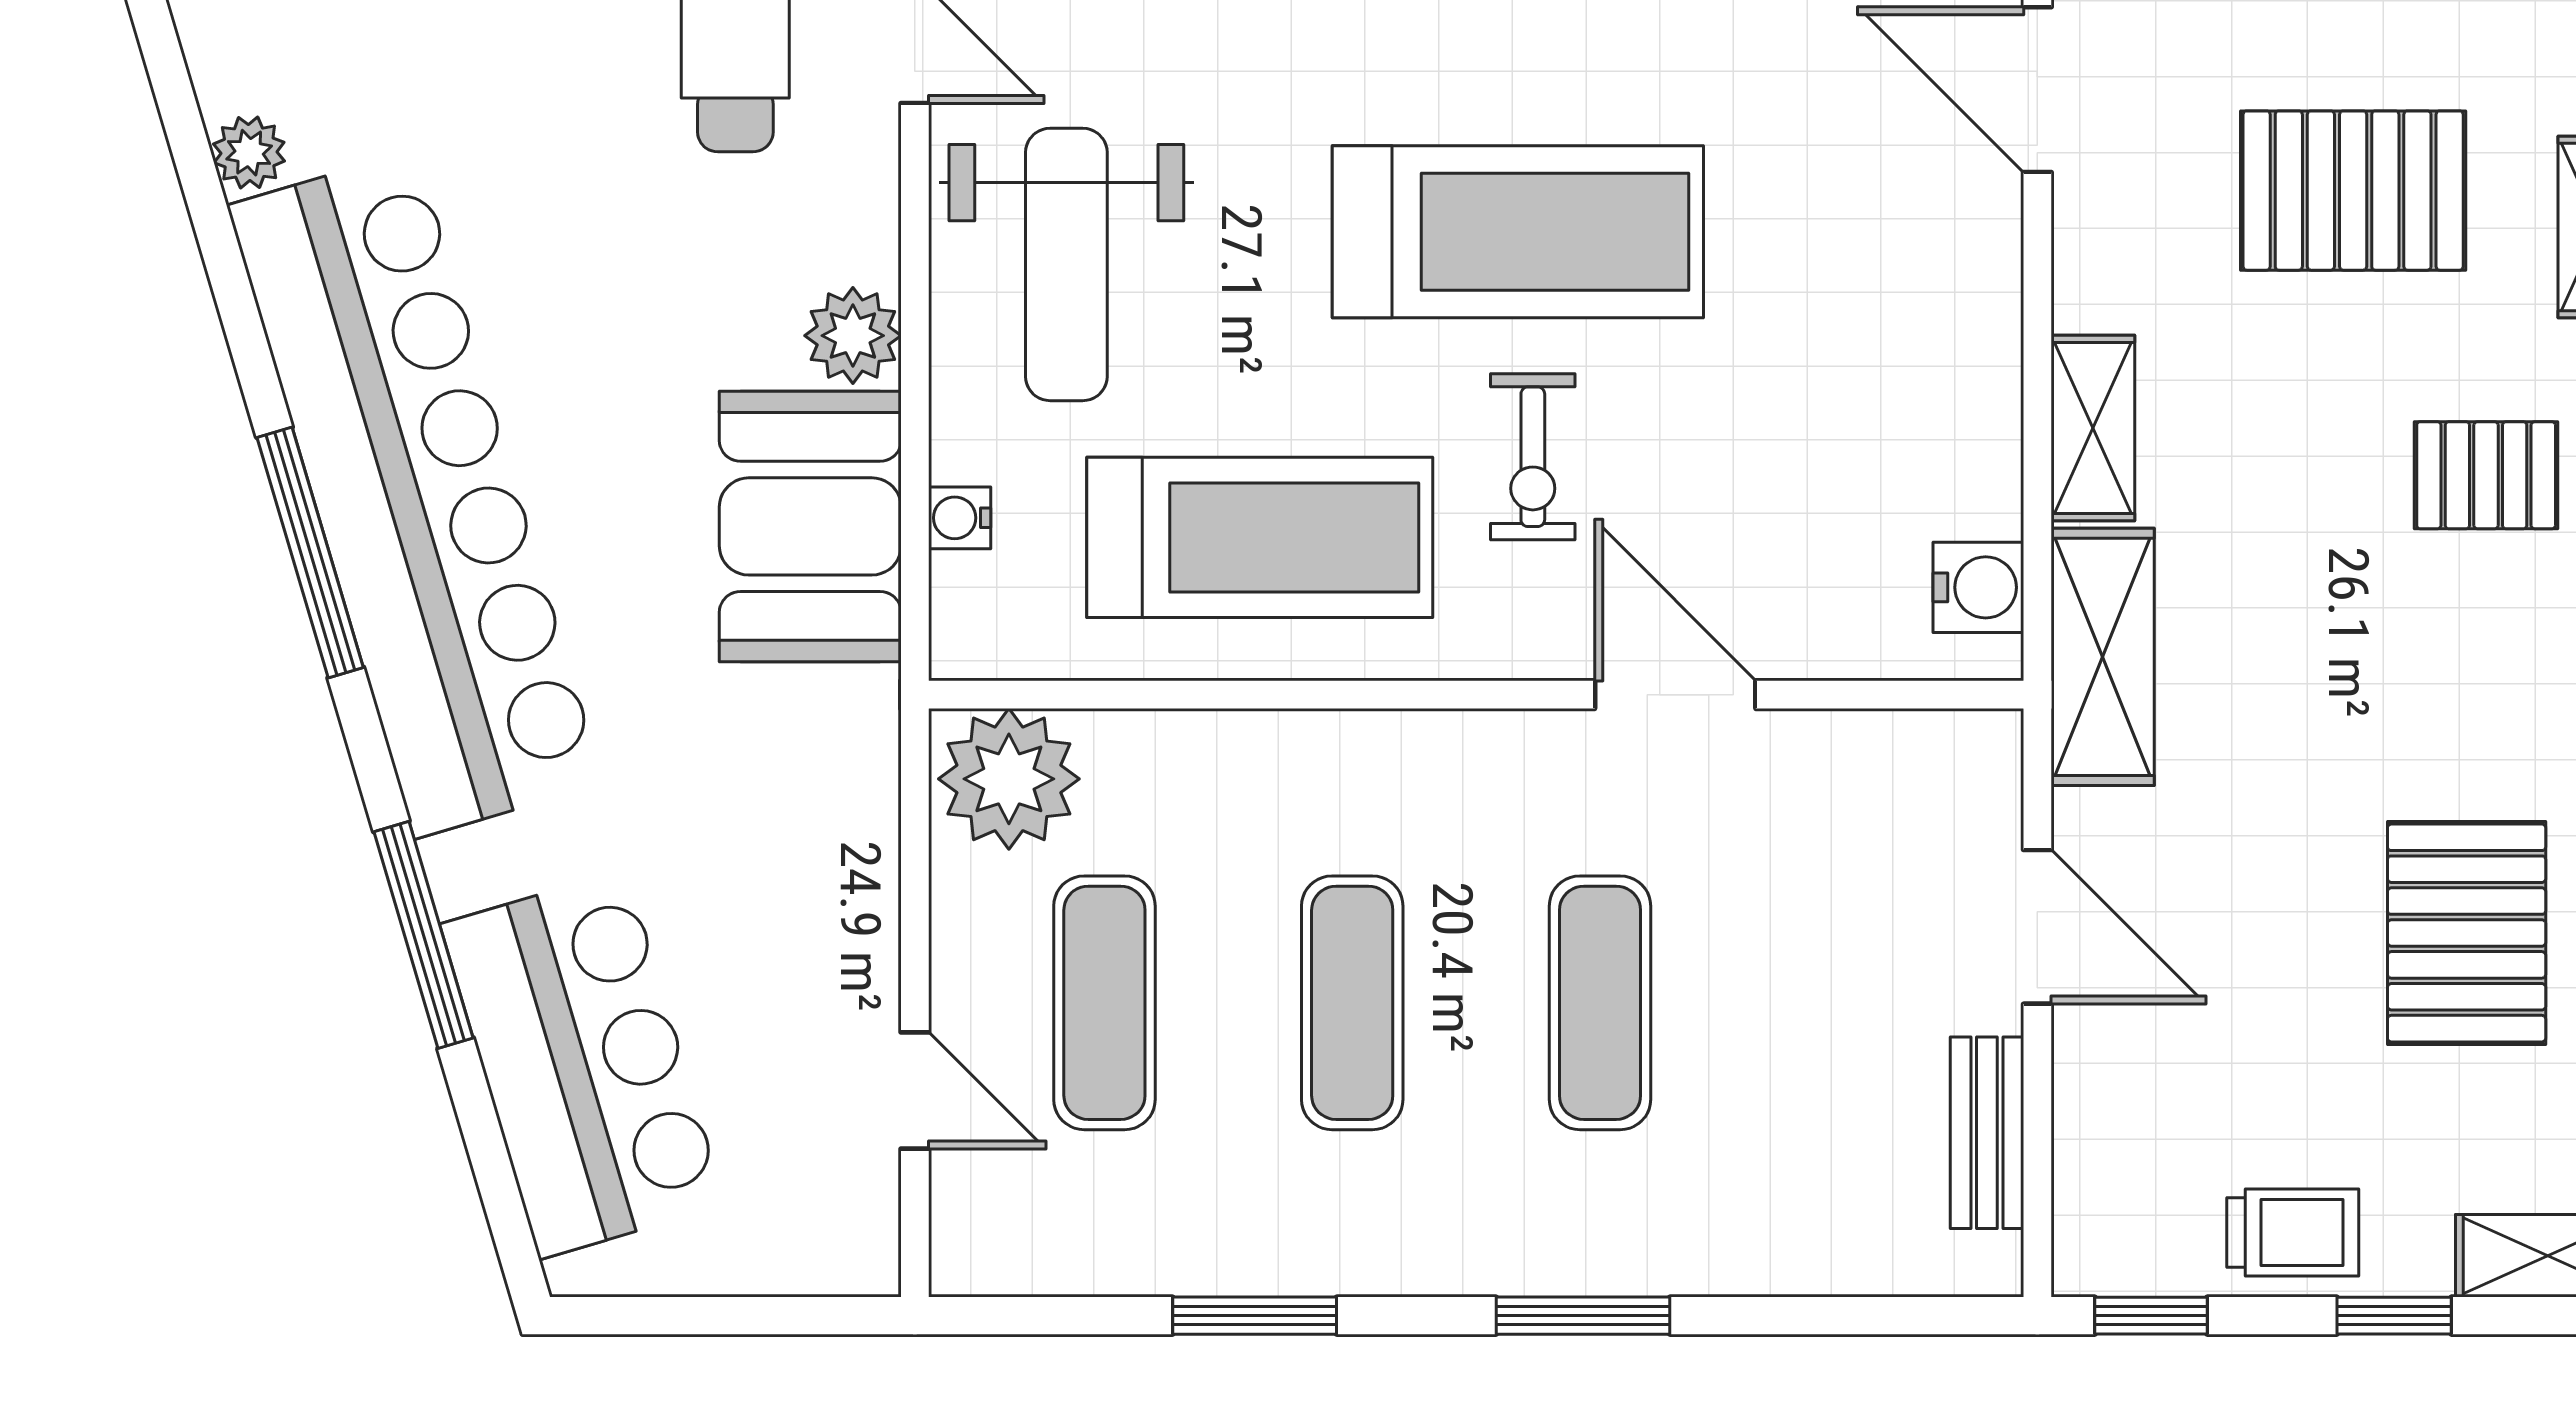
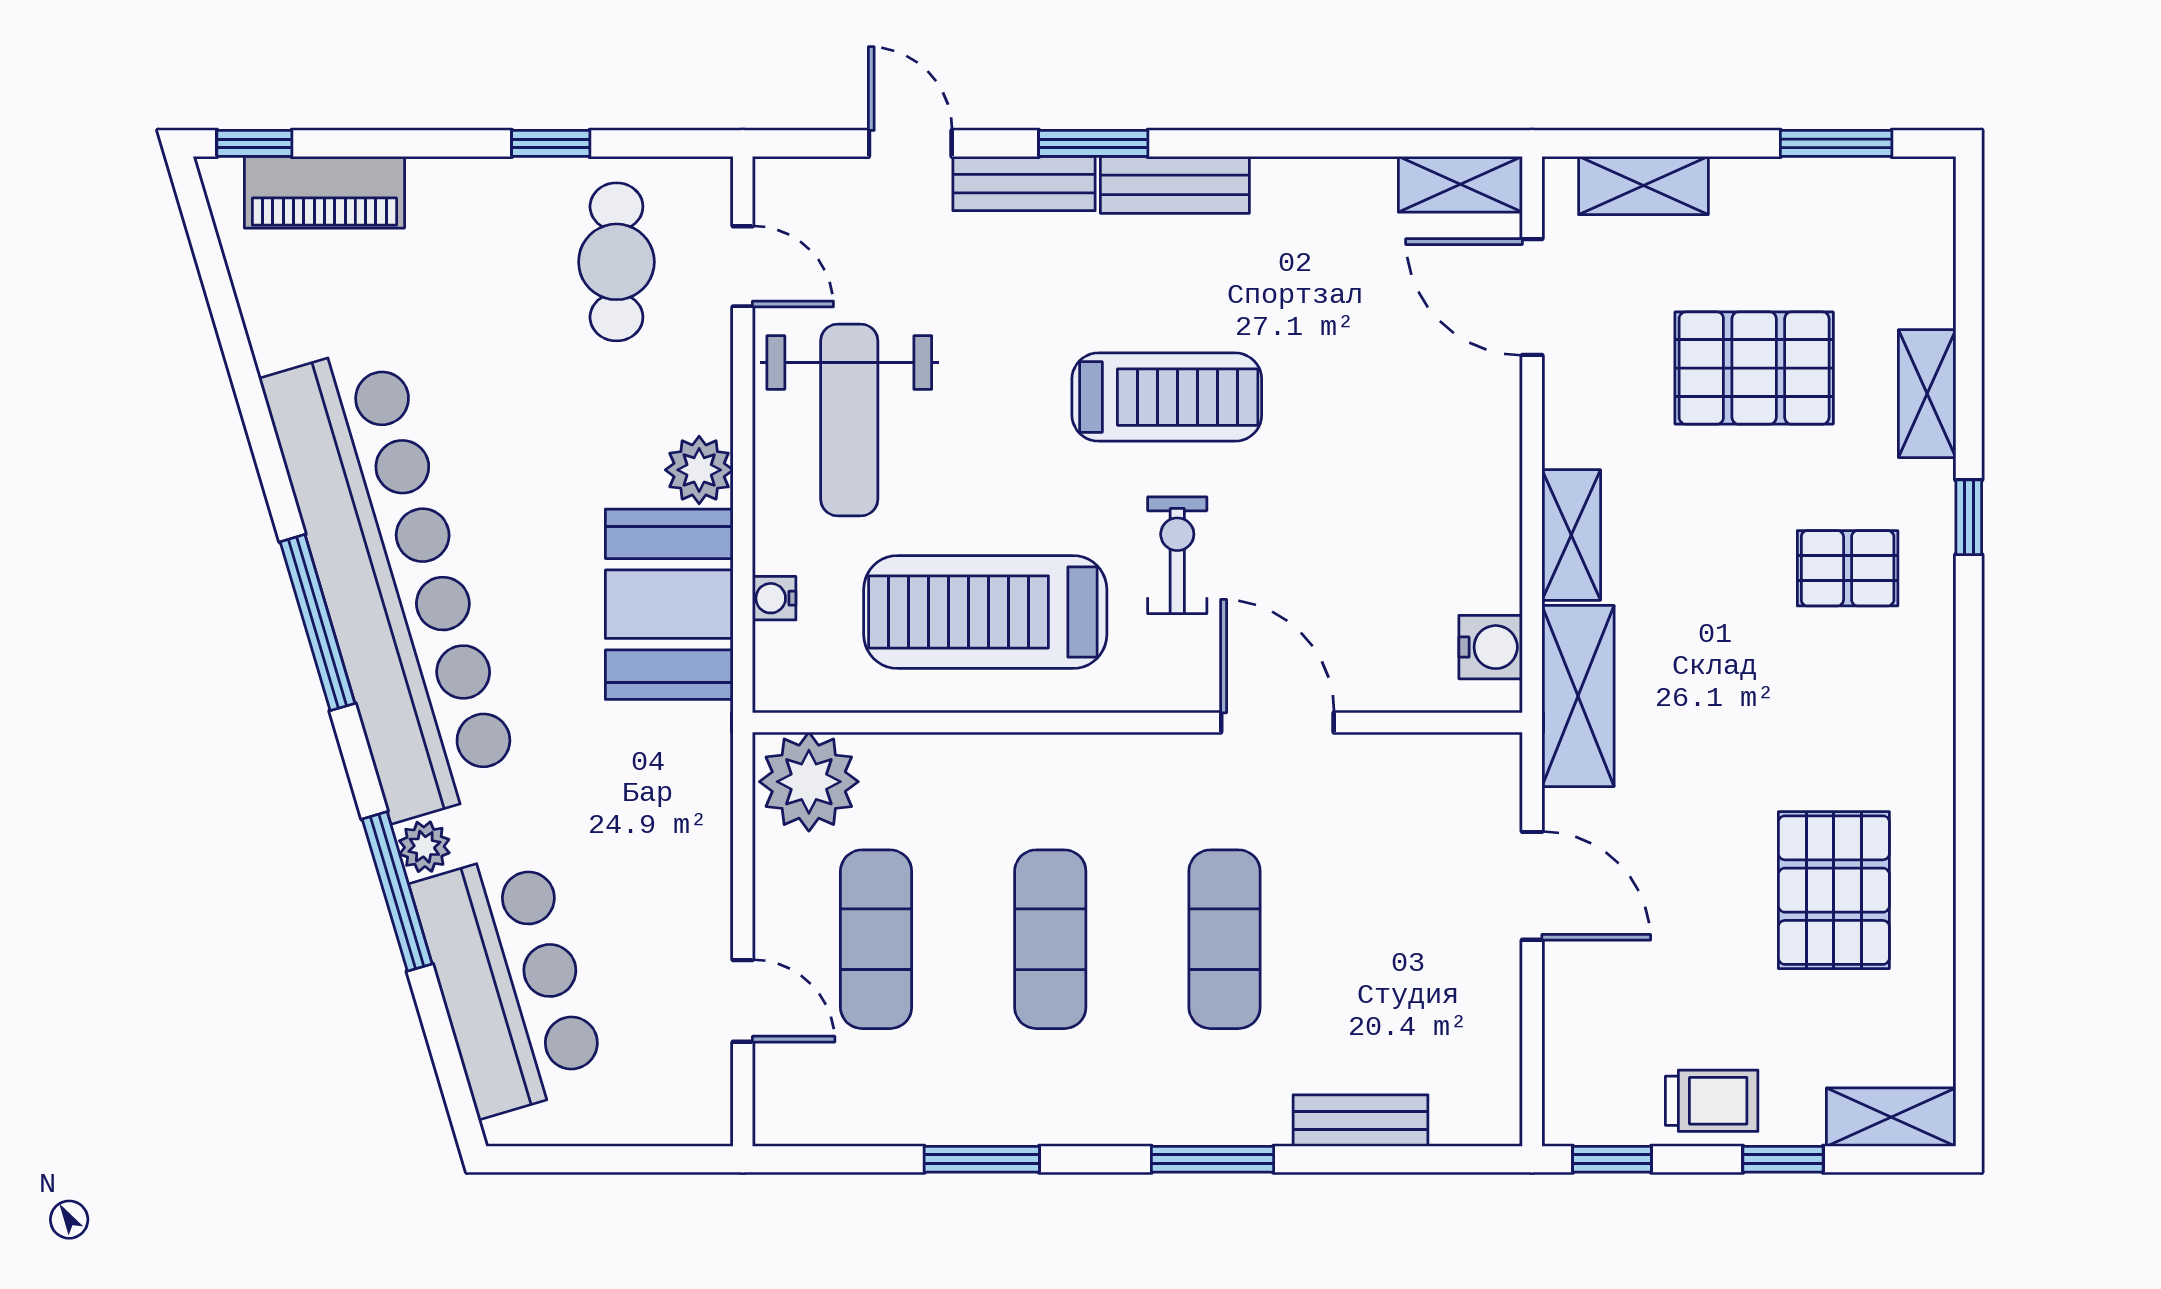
plant: (249, 153) -> (424, 847), moved
treadmill: (1518, 232) -> (1167, 397), width x0.73, depth x0.73
exercise bike: (1533, 457) -> (1177, 555), turned 180
treadmill: (1260, 537) -> (985, 612), turned 180
bench: (1987, 1133) -> (1361, 1121), moved, turned 90

